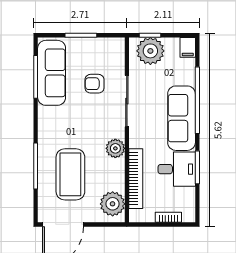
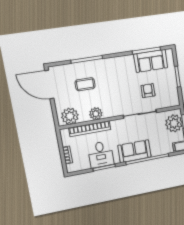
sofa: (52, 73) -> (151, 61), width x0.73
sofa: (182, 118) -> (135, 151), width x0.73
plant: (115, 148) -> (96, 114), moved
coffee table: (70, 174) -> (85, 84), width x0.54, depth x0.58

